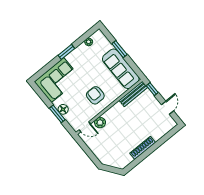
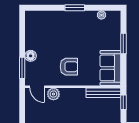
sofa: (121, 69) -> (110, 68), width x0.73
corner sofa: (58, 80) -> (47, 26), removed
armchair: (95, 95) -> (69, 67), turned 90
window: (57, 114) -> (22, 68), moved

